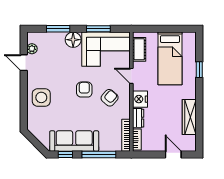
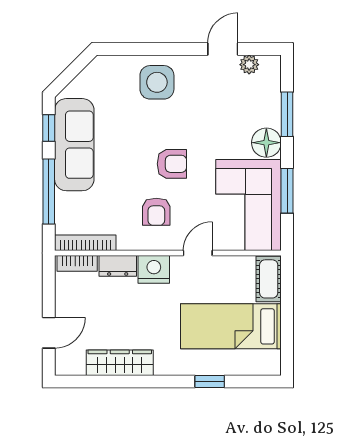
cot: (139, 49) -> (269, 279), moved, turned 90
armchair: (110, 98) -> (156, 212), turned 49

